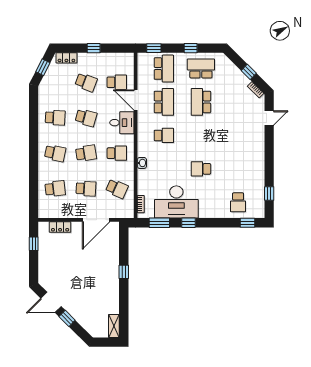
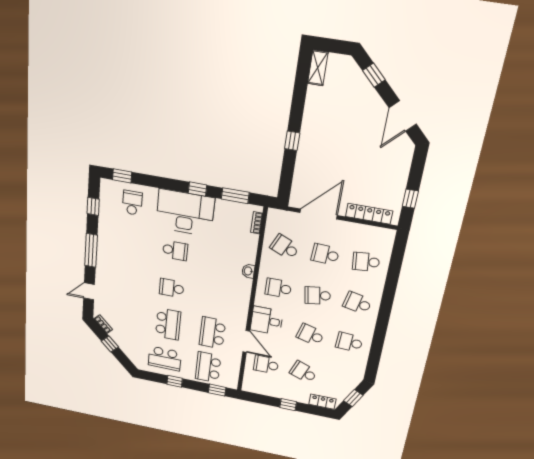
school desk: (164, 135) -> (172, 288), moved
window: (269, 155) -> (91, 250), added
desk: (176, 202) -> (185, 213), moved
locker: (60, 227) -> (369, 214), width x1.53
door: (51, 302) -> (403, 116), swing flipped
window: (67, 318) -> (374, 75), moved

